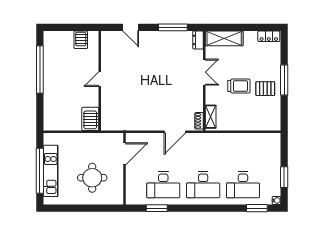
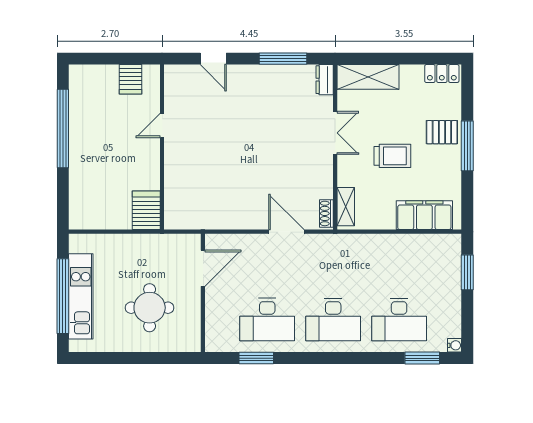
door: (100, 79) -> (162, 126), moved
pallet: (265, 89) -> (442, 132), moved
filing cabinet: (258, 122) -> (424, 215), added
door: (175, 132) -> (286, 232), swing flipped
window: (284, 177) -> (467, 272), moved

